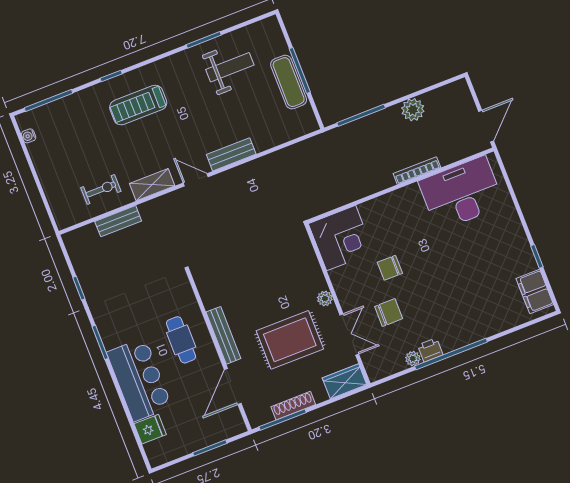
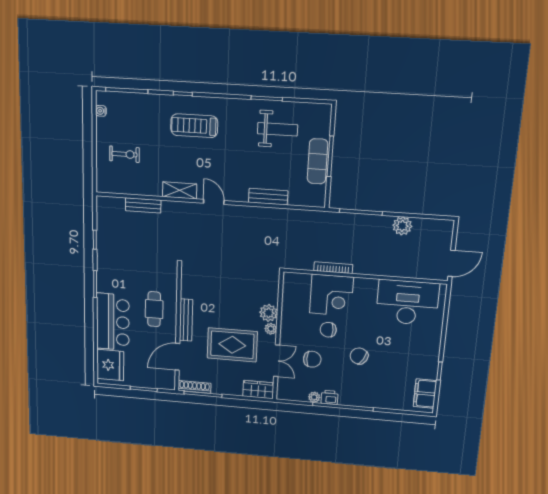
bench: (231, 154) -> (268, 197), moved
bookcase: (417, 171) -> (333, 268), moved
exercise bike: (101, 189) -> (124, 154), moved
corner desk: (341, 238) -> (331, 295), moved
plant: (314, 281) -> (269, 313), added
chair: (439, 283) -> (359, 356), added
shoe rack: (293, 406) -> (195, 387), moved
fridge: (150, 429) -> (110, 365), width x1.88, depth x1.34

